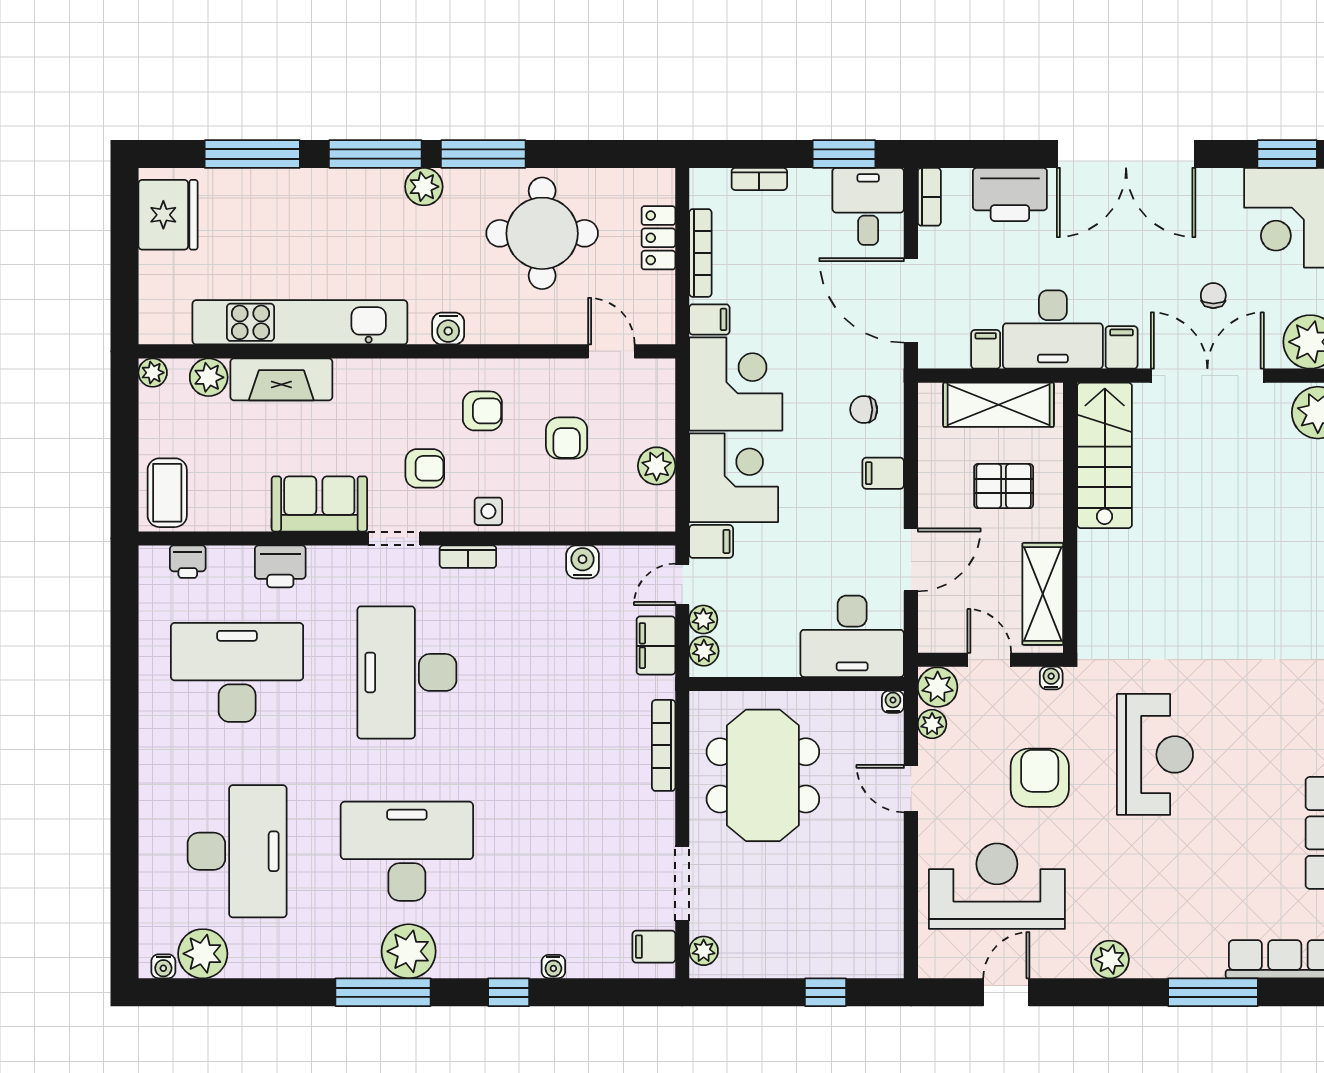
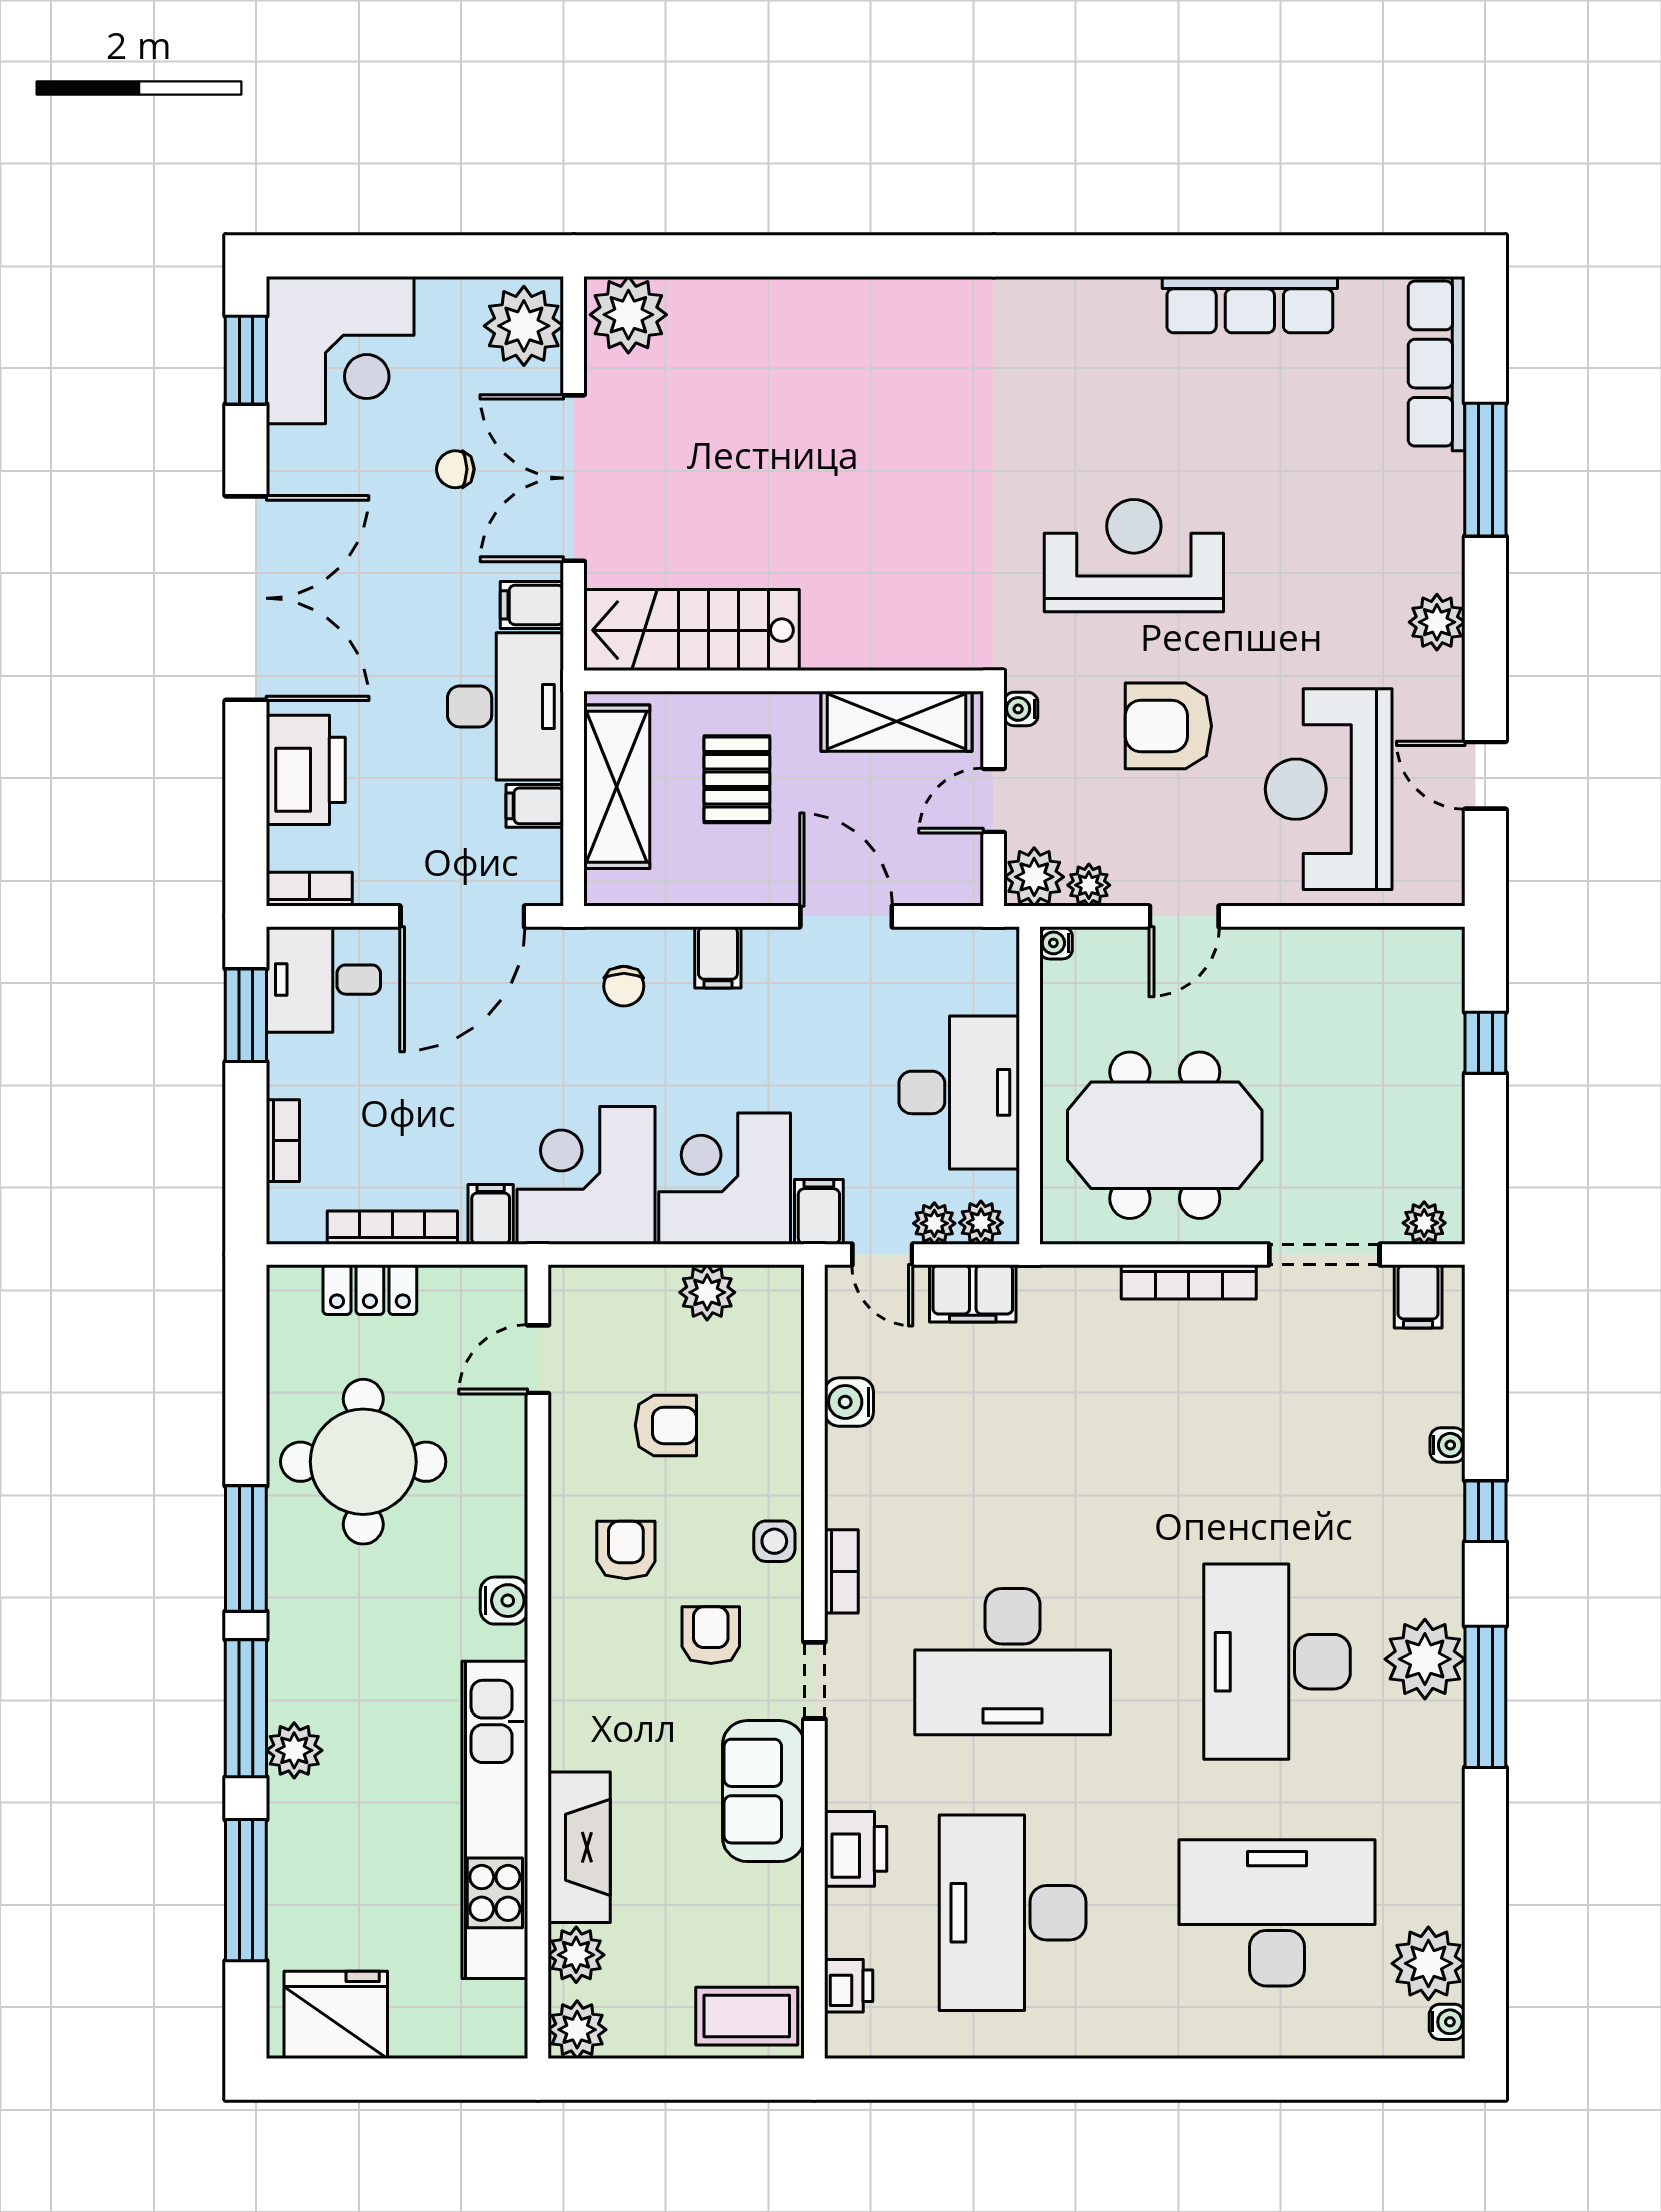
plant: (424, 187) -> (294, 1750), moved
plant: (153, 373) -> (577, 2030), width x1.38, depth x1.38
desk: (852, 636) -> (959, 1092), moved
bookcase: (664, 745) -> (1189, 1282), moved

